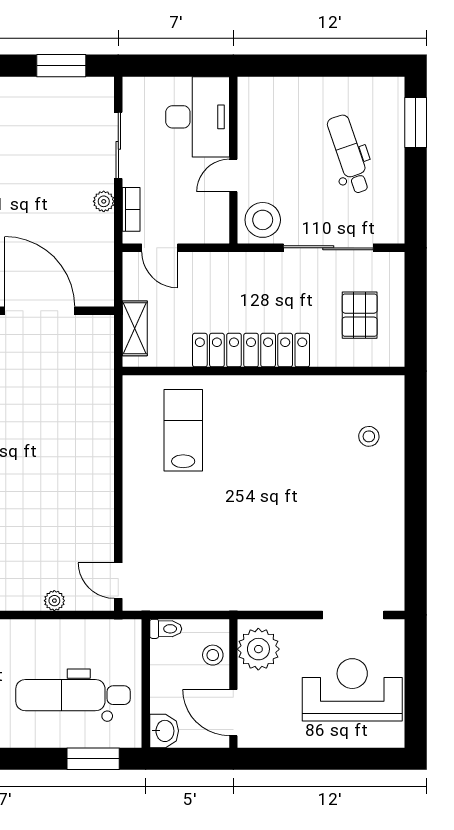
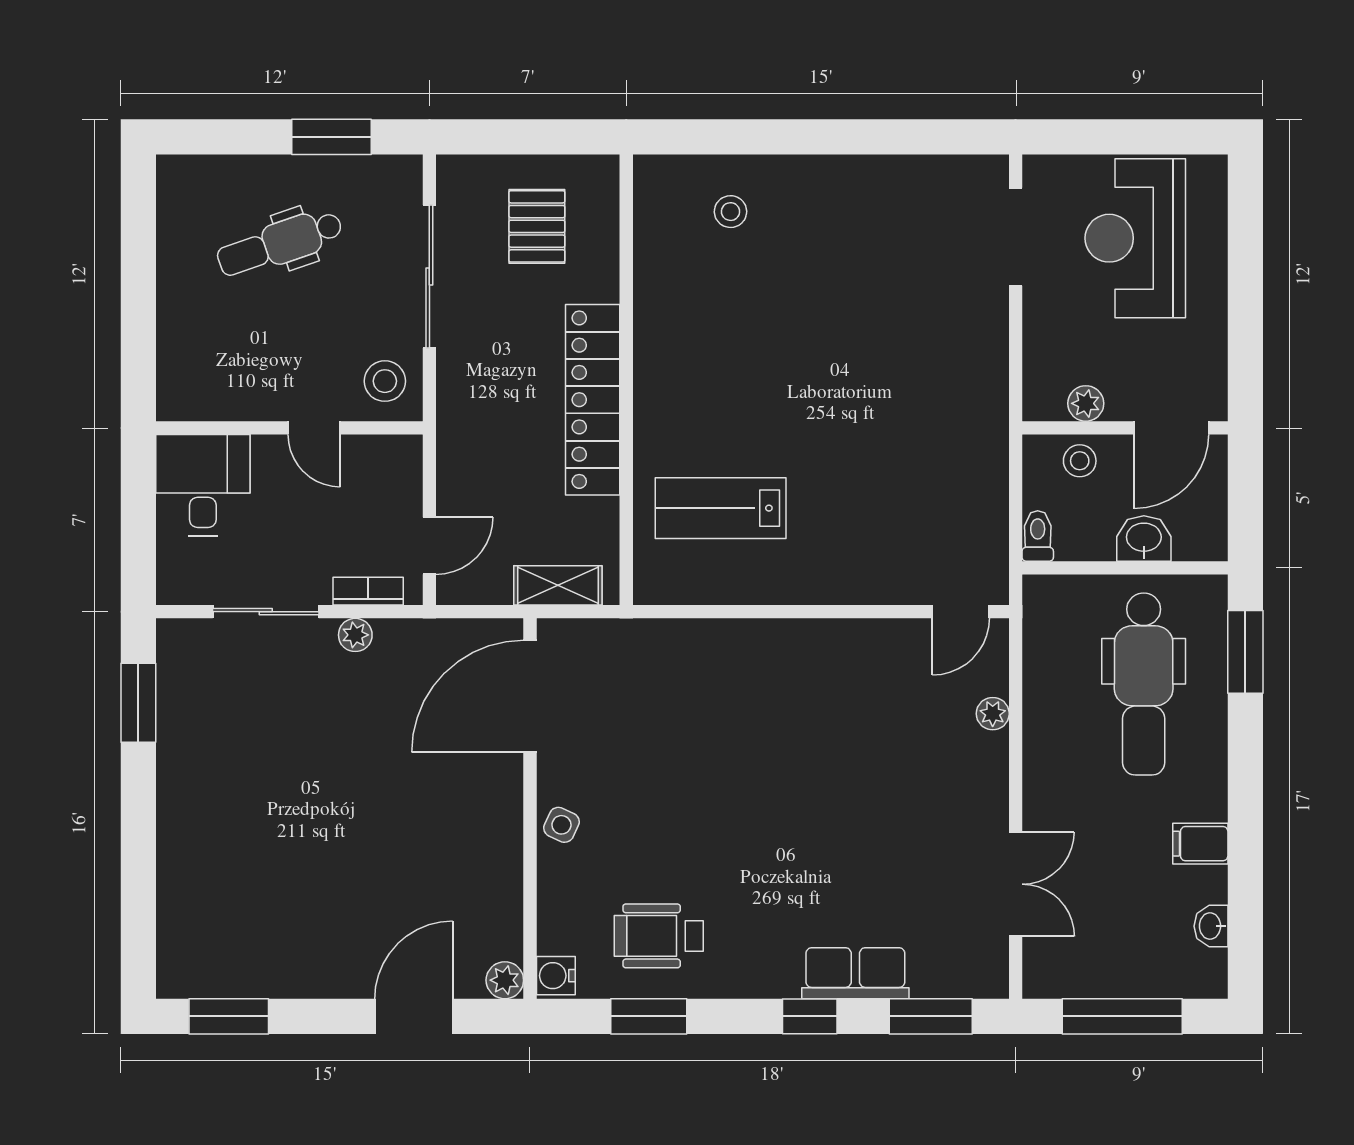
desk: (198, 117) -> (203, 485), width x0.73
window: (416, 122) -> (332, 137), moved
stool: (263, 220) -> (385, 381), width x0.73, depth x0.73
door: (40, 311) -> (530, 696), moved
pallet: (360, 315) -> (537, 226), turned 90
plant: (258, 649) -> (1086, 403), width x0.53, depth x0.53
washbasin: (164, 731) -> (1144, 539), moved

